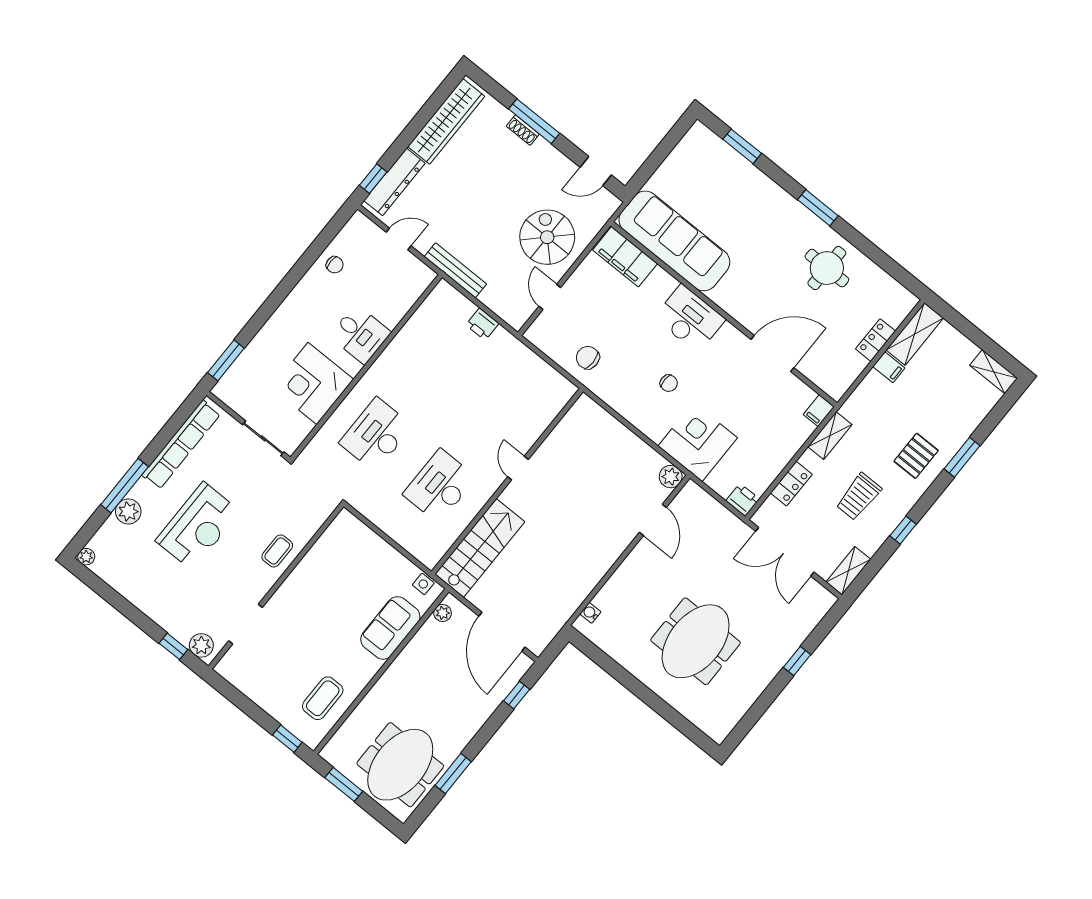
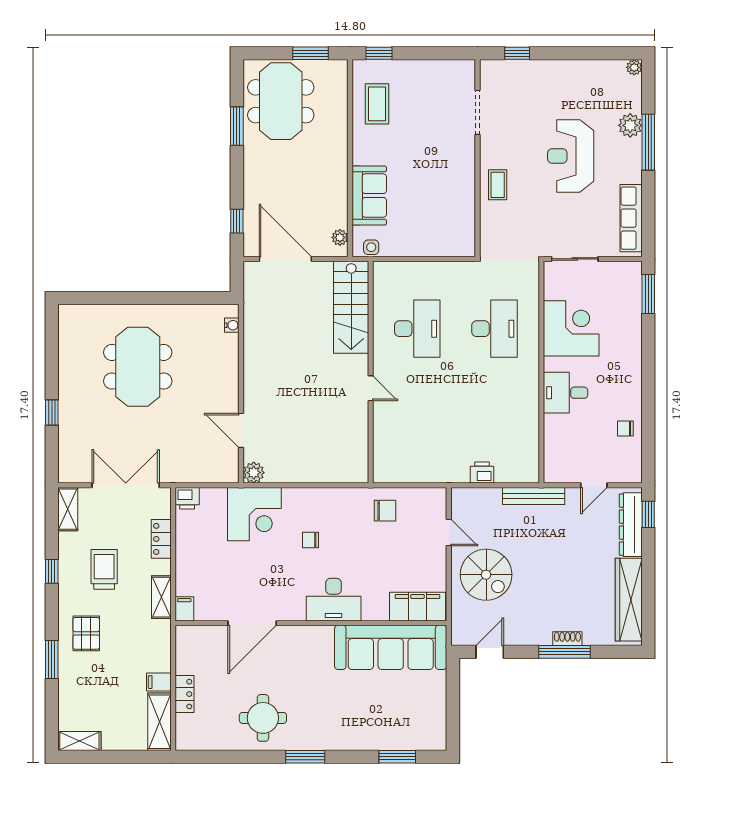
row of seats: (181, 445) -> (631, 218), width x0.73
plant: (201, 645) -> (497, 71), removed

